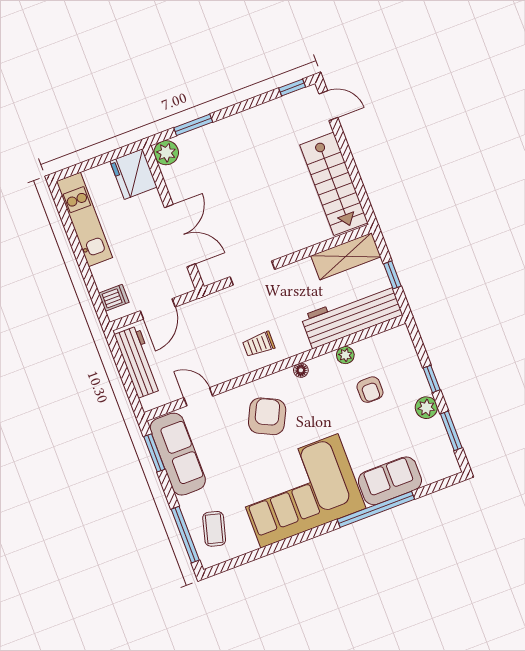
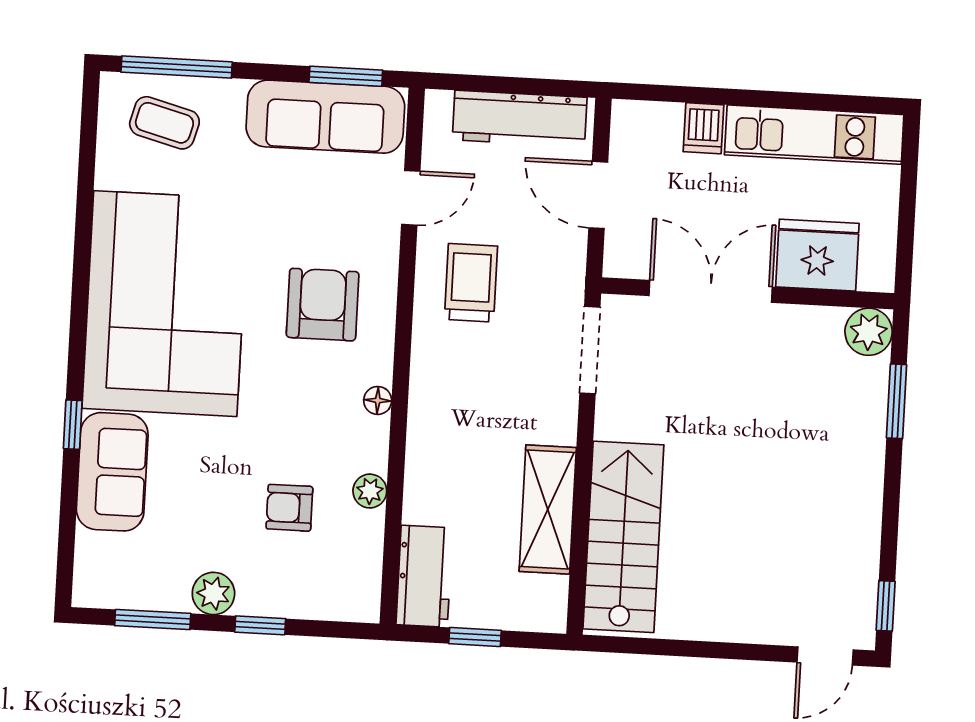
fridge: (133, 174) -> (817, 255), moved
stairs: (334, 184) -> (623, 537), moved, turned 90
double door: (180, 236) -> (711, 291), swing flipped
shelving: (346, 256) -> (548, 509), moved
doorway: (252, 273) -> (590, 350), moved
dishwasher: (114, 298) -> (703, 128), moved
workbench: (352, 316) -> (424, 576), width x0.53, depth x0.76
trolley: (259, 344) -> (471, 283), moved, width x1.36, depth x1.39
armchair: (267, 416) -> (323, 305), turned -116
window: (376, 509) -> (73, 425), width x0.32

